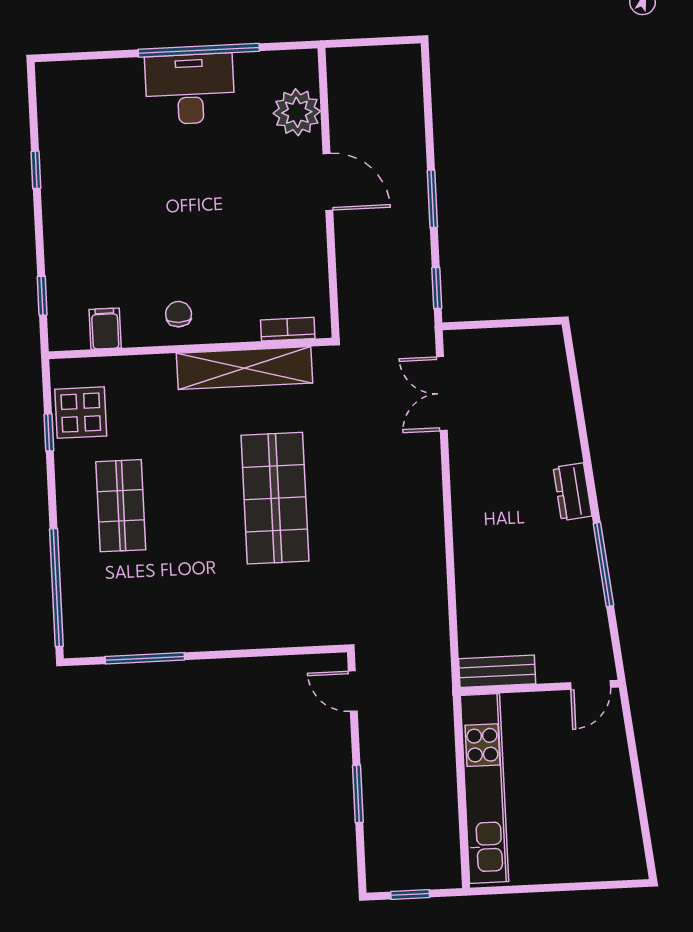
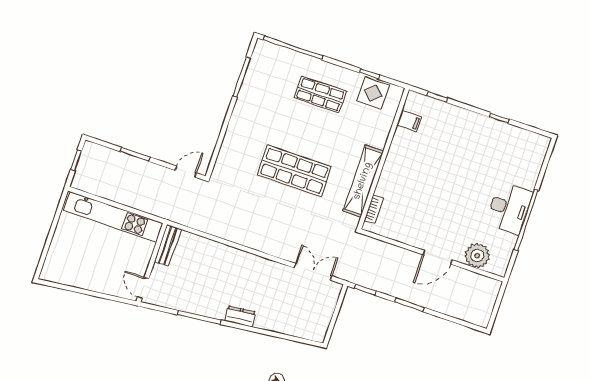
chair: (179, 314) -> (402, 159), removed

